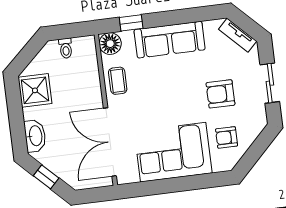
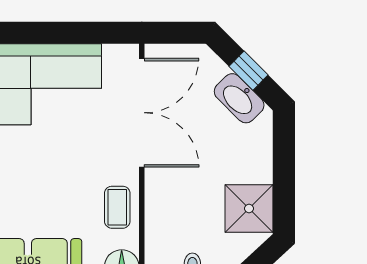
washbasin: (35, 136) -> (239, 98), moved, turned -45

